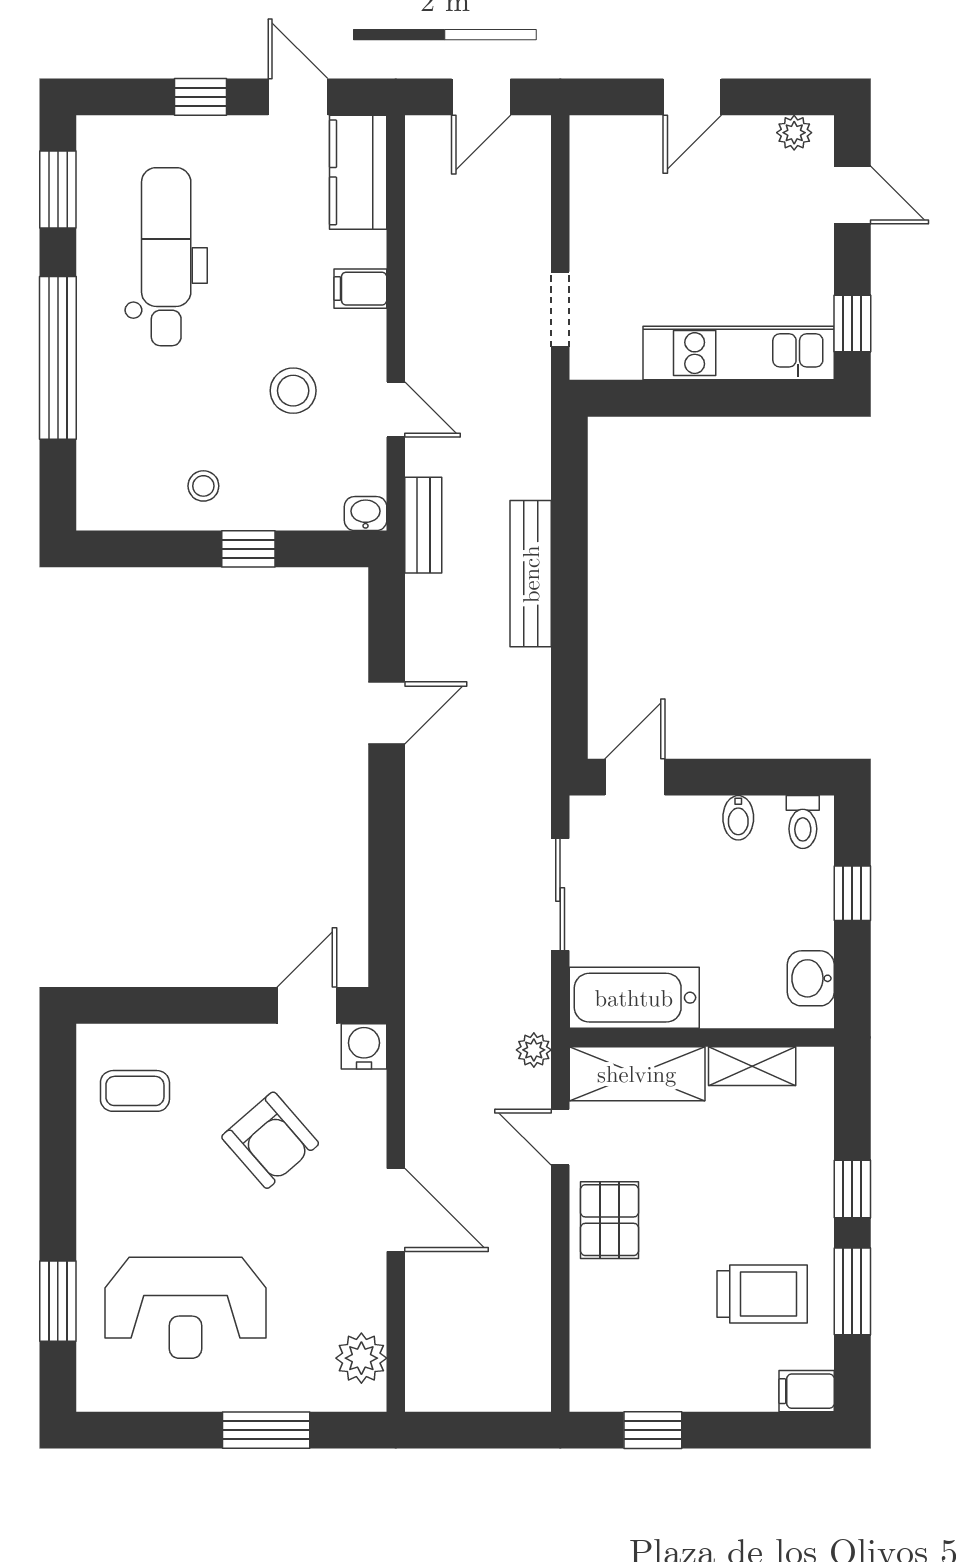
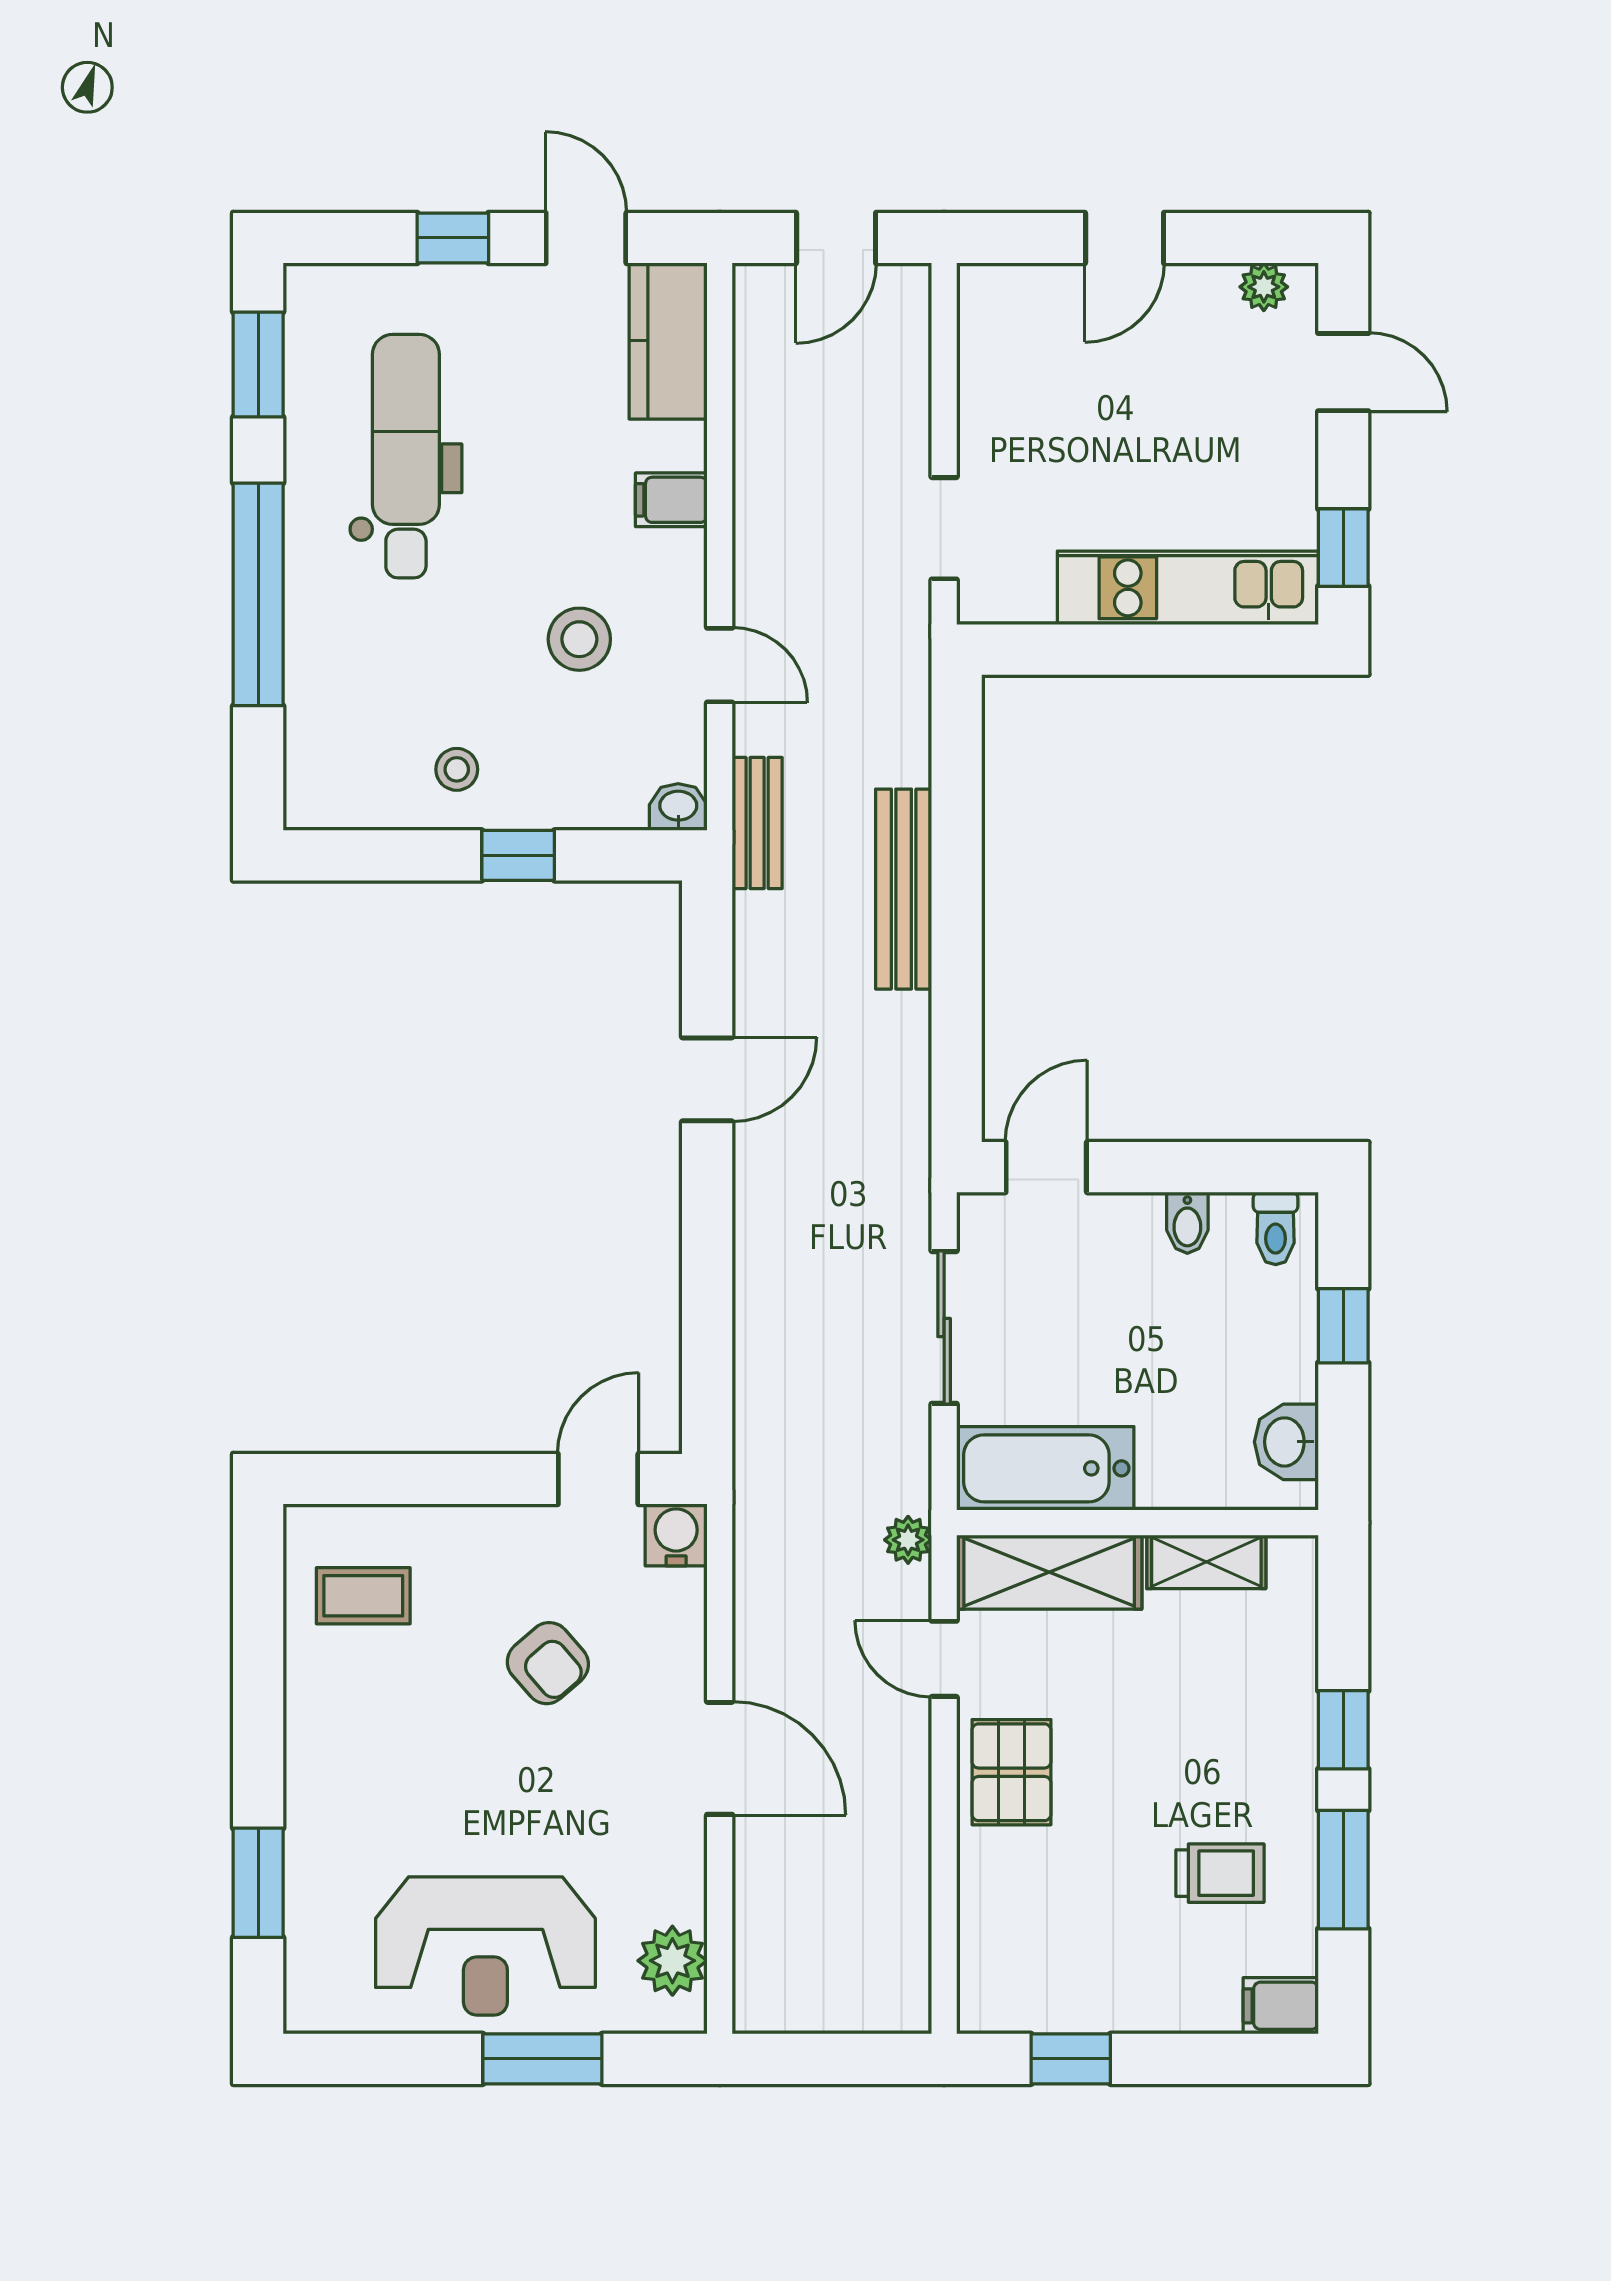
armchair: (270, 1140) -> (548, 1663), width x0.72, depth x0.72
trolley: (762, 1294) -> (1220, 1873), width x0.73, depth x0.72
reception desk: (185, 1308) -> (485, 1946), moved

